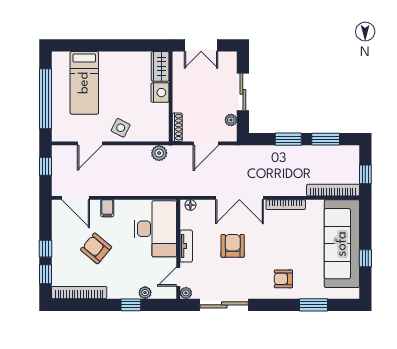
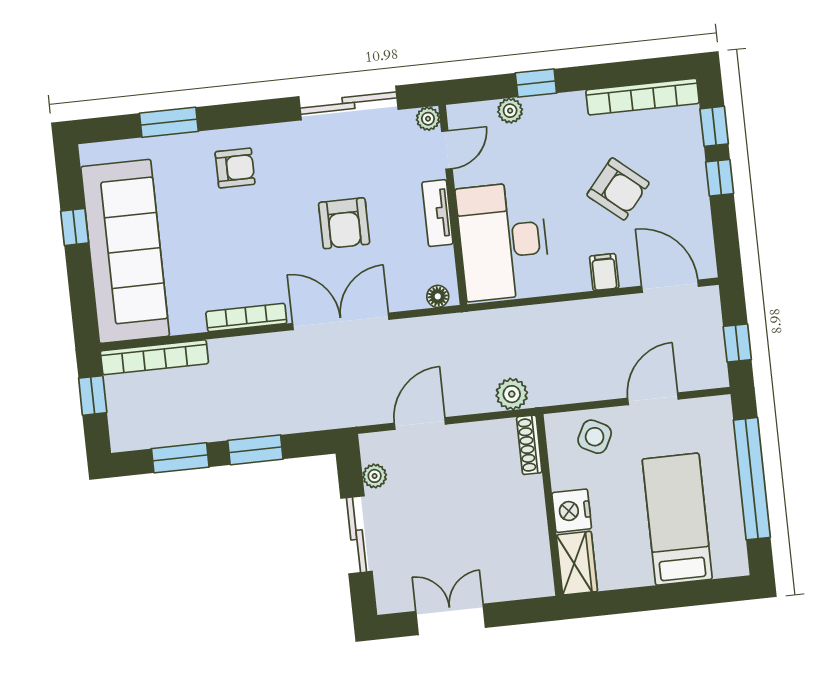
wardrobe: (160, 66) -> (577, 563), moved
nightstand: (160, 93) -> (572, 511), moved
wall: (171, 97) -> (549, 505), moved
shoe rack: (177, 127) -> (529, 445), moved

